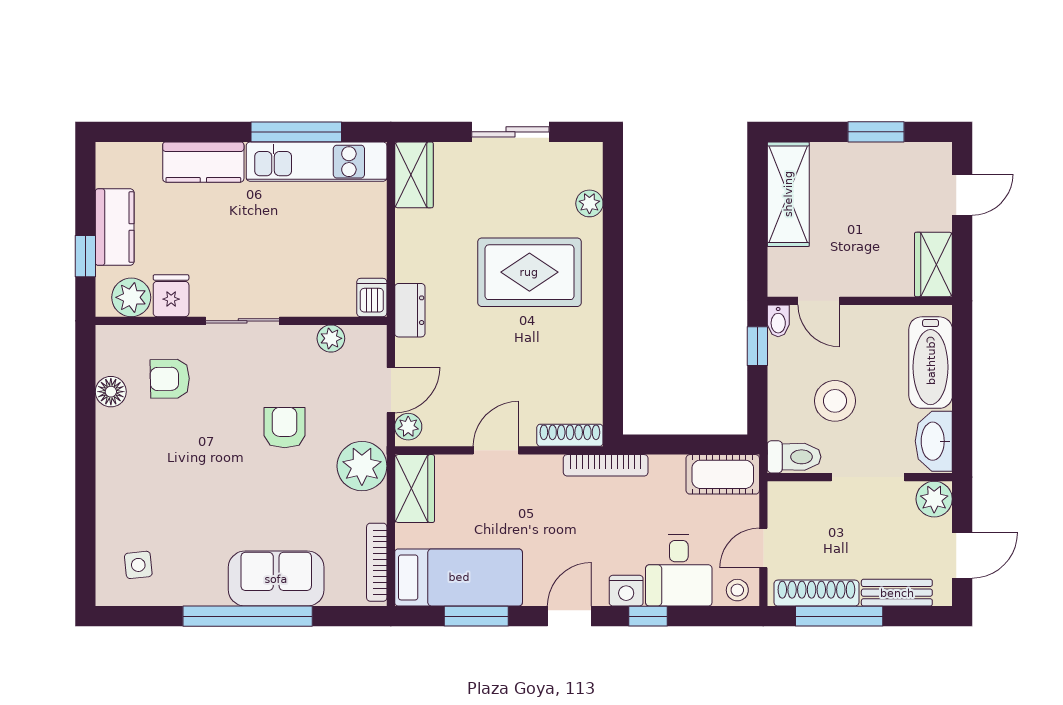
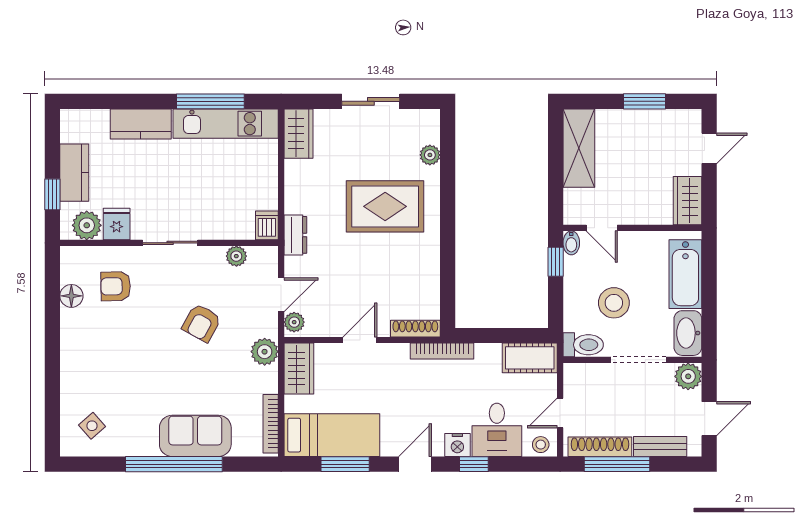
armchair: (285, 428) -> (202, 323), turned -151
plant: (362, 466) -> (265, 352), width x0.73, depth x0.73
side table: (138, 565) -> (92, 426), turned -35

